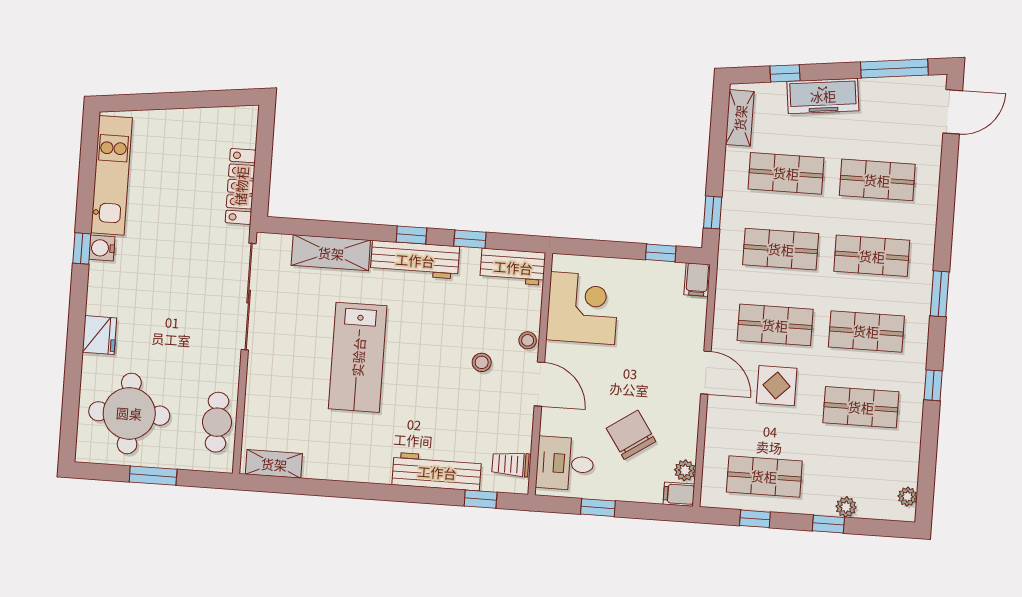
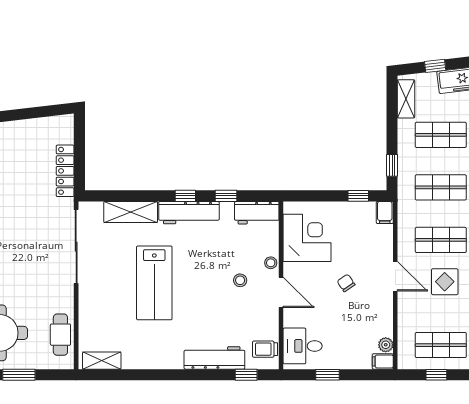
chair: (631, 435) -> (346, 283), moved, width x0.54, depth x0.54

